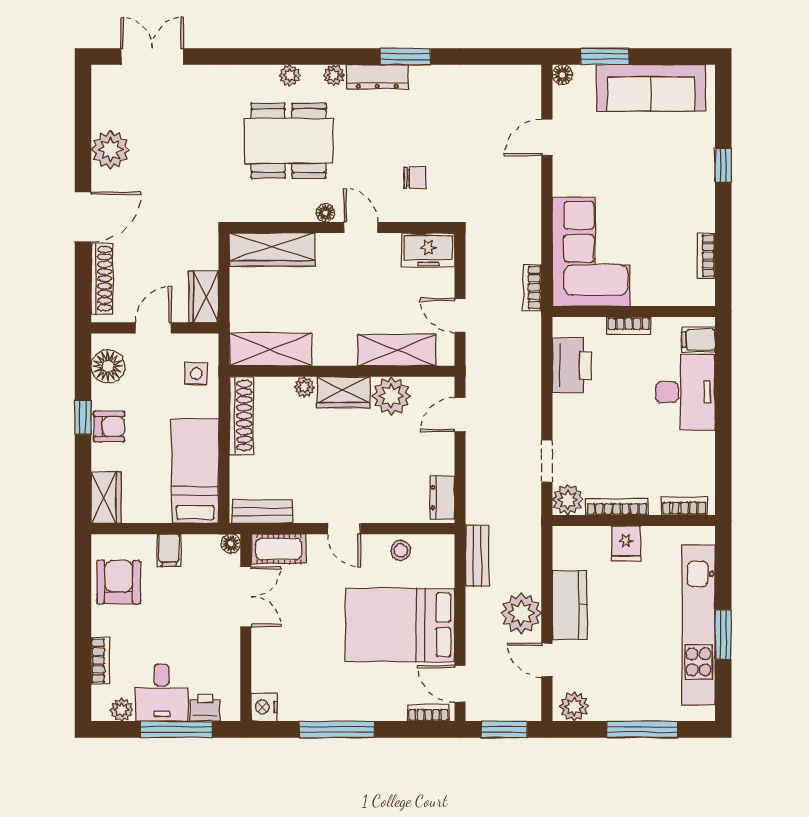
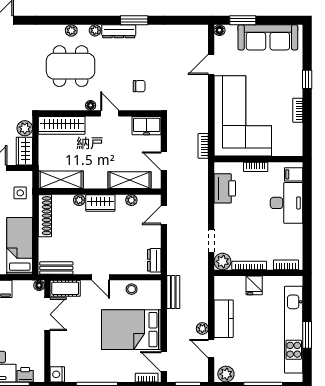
corner sofa: (591, 252) -> (243, 116), width x1.36, depth x1.36
plant: (205, 255) -> (25, 128), added
bookcase: (706, 256) -> (298, 110), moved
plant: (391, 396) -> (131, 200), width x0.53, depth x0.53
plant: (521, 613) -> (202, 328), width x0.53, depth x0.53

